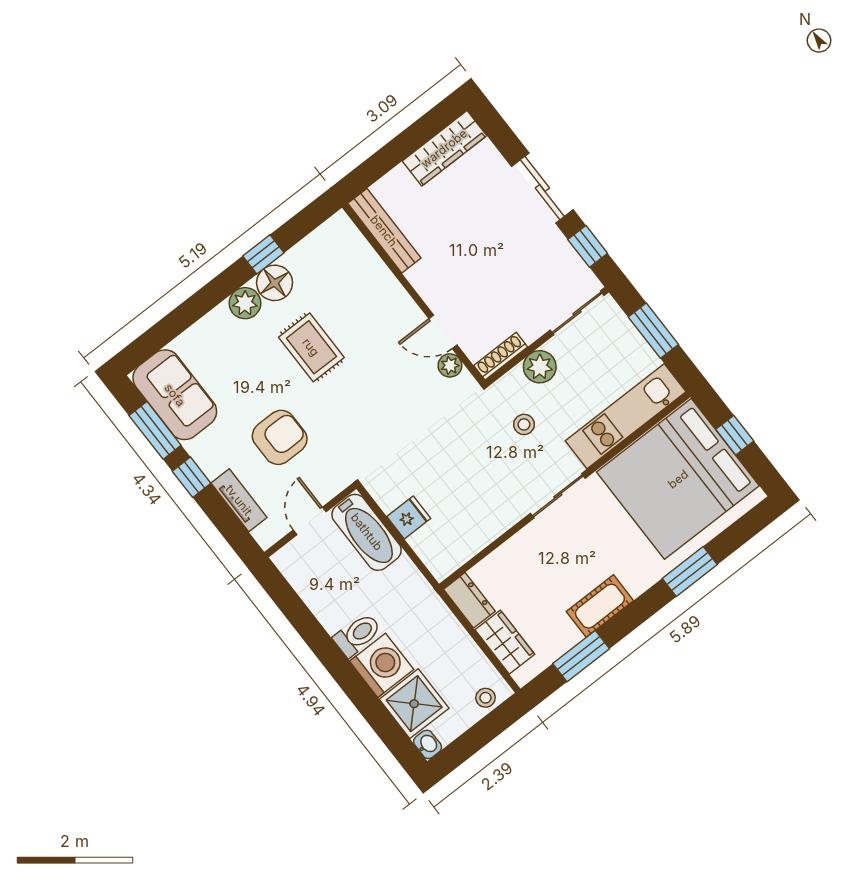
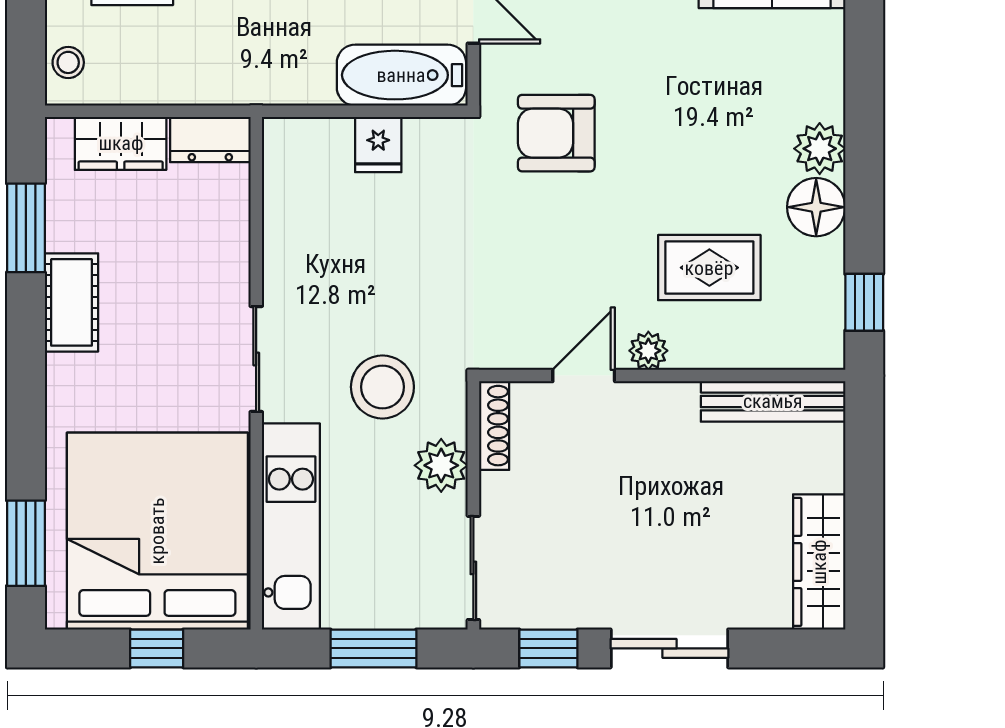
window: (263, 254) -> (864, 302), moved
rug: (311, 347) -> (709, 268), moved
plant: (450, 365) -> (648, 351), moved
stool: (524, 424) -> (382, 387), width x1.89, depth x1.89
armchair: (280, 437) -> (556, 133), moved, turned 90
window: (690, 571) -> (26, 543), moved

